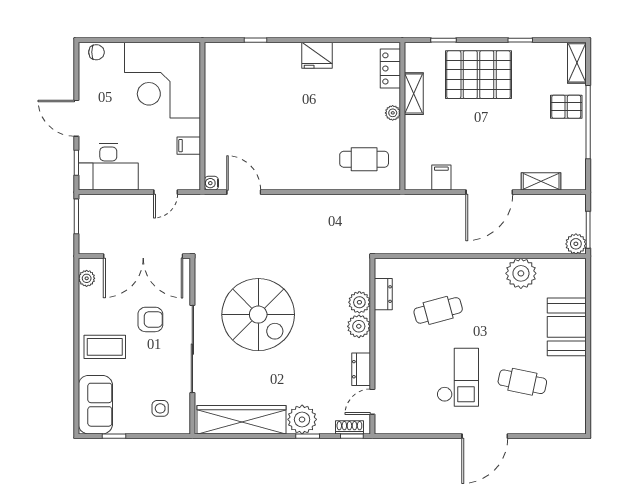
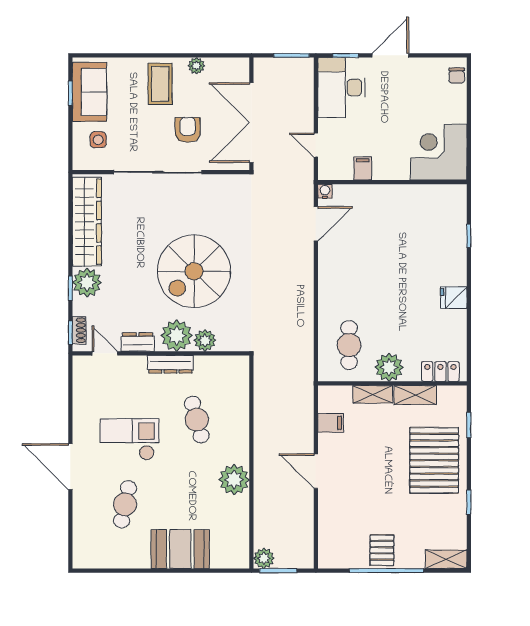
fridge: (317, 55) -> (454, 298), width x0.72
corner desk: (162, 80) -> (439, 152), width x0.74, depth x0.74
pallet: (566, 107) -> (382, 550), moved
plant: (393, 113) -> (389, 367), width x1.88, depth x1.88
shelving: (541, 181) -> (373, 394), moved, turned 90
door: (489, 192) -> (316, 471), width x0.73
plant: (521, 273) -> (234, 480), moved
plant: (87, 278) -> (196, 66), moved
dresser: (383, 294) -> (170, 364), moved, width x1.44
spiral stairs: (258, 315) -> (194, 271), moved
armchair: (150, 319) -> (188, 130), turned 180
plant: (359, 326) -> (177, 336), width x1.36, depth x1.36
checkout: (458, 377) -> (130, 439), turned 180
sofa: (95, 405) -> (89, 92), moved, turned -90

